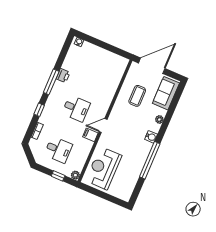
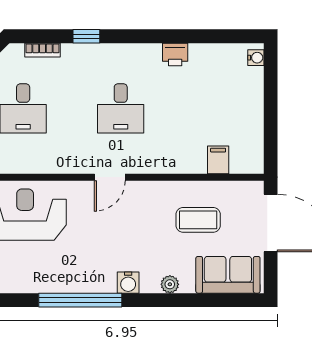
window: (51, 82) -> (152, 36), removed
door: (103, 126) -> (110, 177), swing flipped
filing cabinet: (90, 135) -> (218, 160), moved

